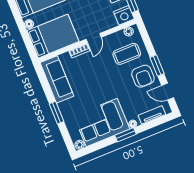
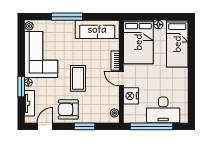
nightstand: (124, 15) -> (131, 96), moved
coffee table: (127, 54) -> (78, 78), moved
window: (157, 65) -> (84, 126), moved
window: (56, 113) -> (67, 17), width x1.44
window: (125, 135) -> (21, 86), moved

